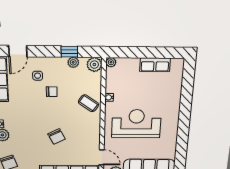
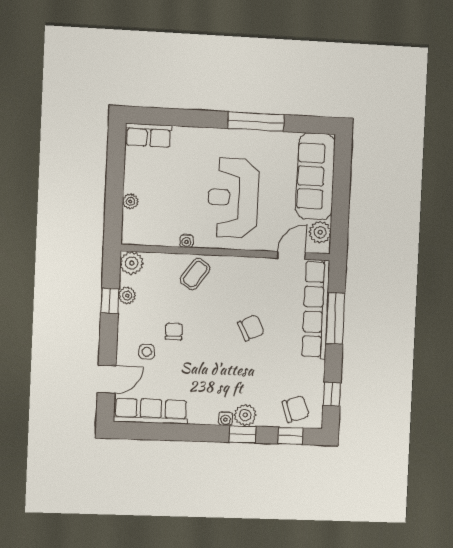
door: (18, 51) -> (107, 379), hinge flipped
plant: (111, 62) -> (130, 201), moved
row of seats: (155, 65) -> (149, 135), moved, turned 90
window: (183, 135) -> (256, 122), added

